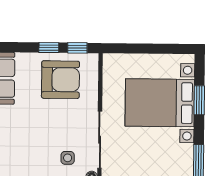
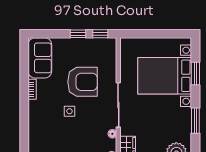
armchair: (60, 80) -> (83, 82), moved
side table: (68, 158) -> (69, 111), moved

